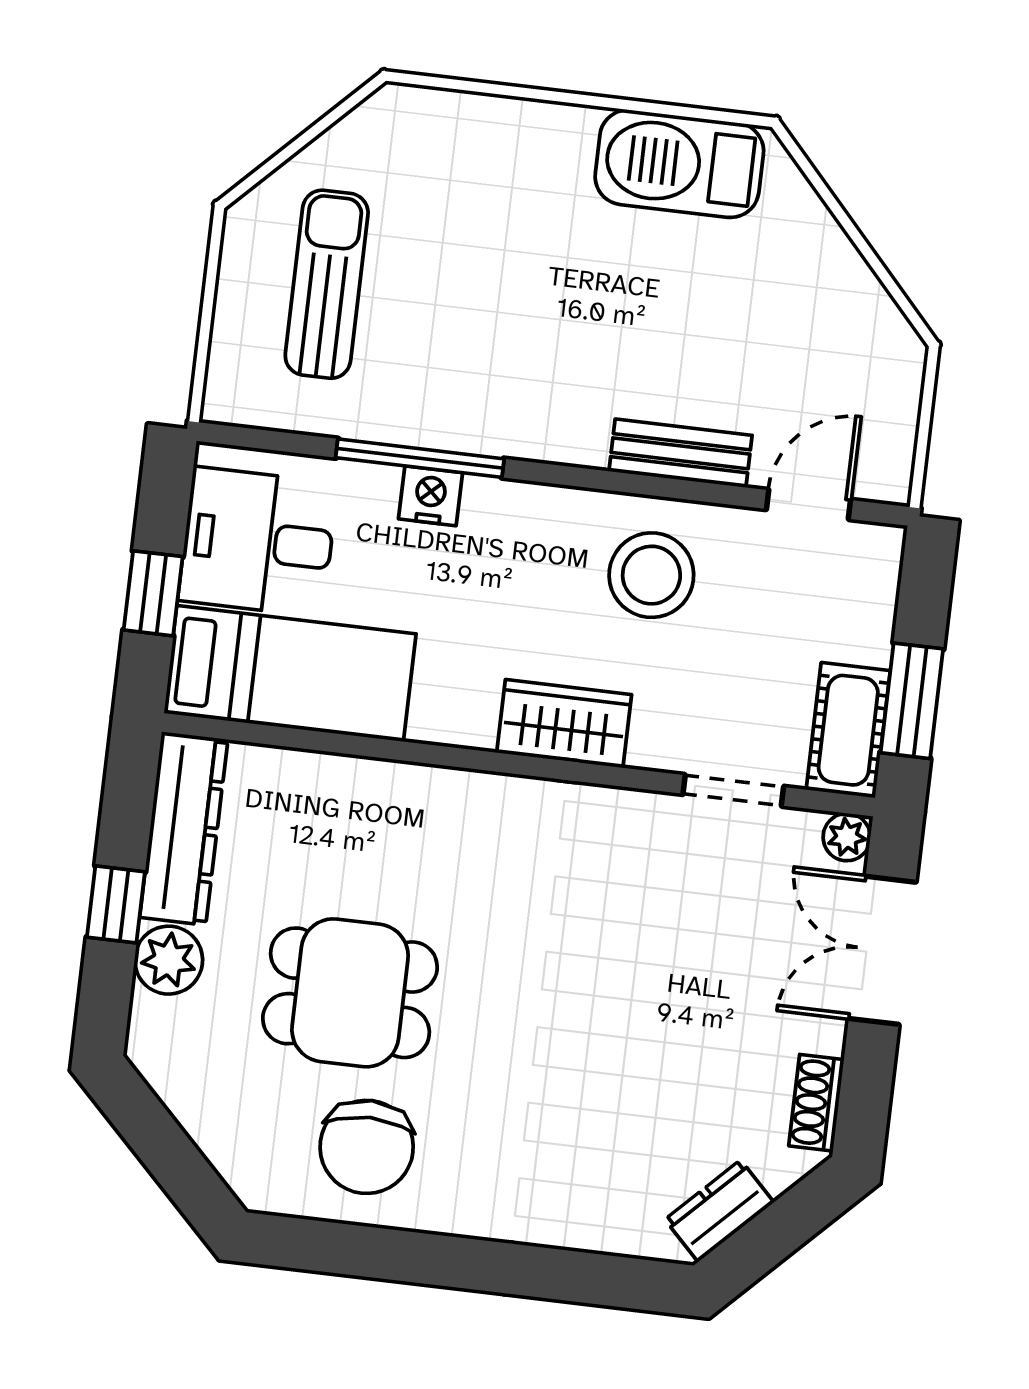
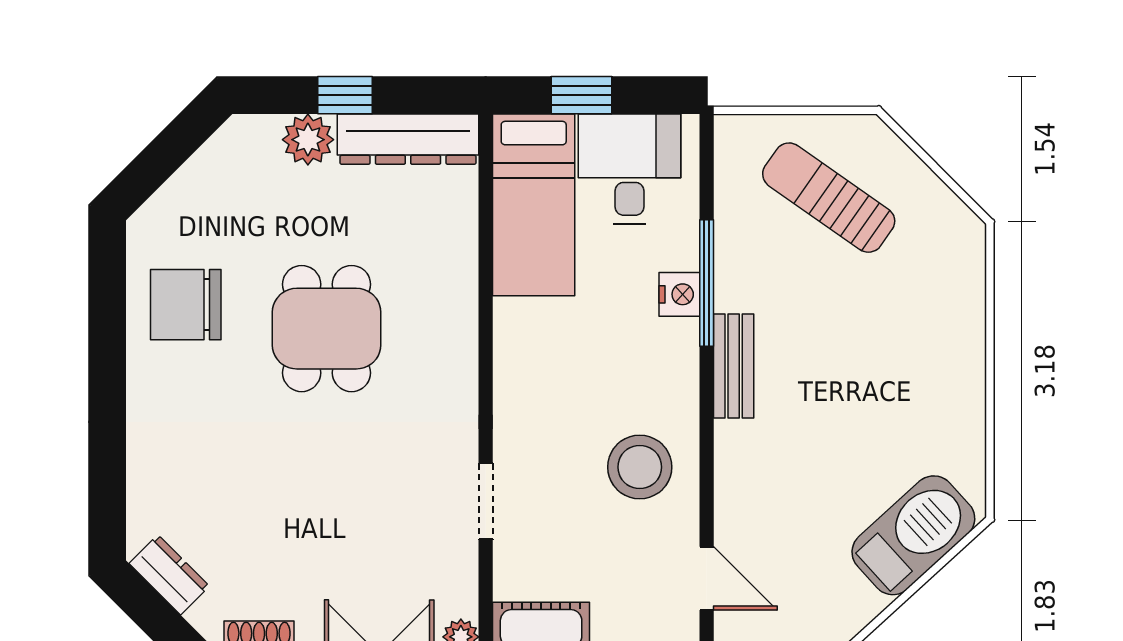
barbecue: (679, 164) -> (913, 535), moved, turned 48
sun lounger: (327, 284) -> (829, 198), turned -145
bench: (680, 453) -> (734, 366), moved
wardrobe: (564, 724) -> (521, 415), removed
doorway: (733, 790) -> (486, 501), moved
dining table: (350, 993) -> (327, 329), moved

